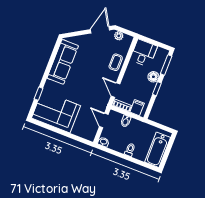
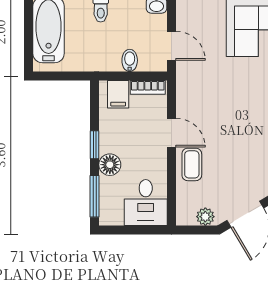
door: (116, 90) -> (172, 133), moved

